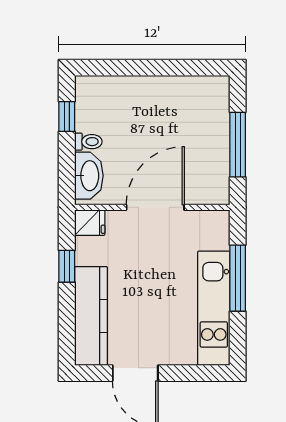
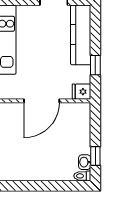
toilet: (88, 142) -> (82, 176), moved
washbasin: (89, 176) -> (85, 162), moved, width x0.52, depth x0.69

